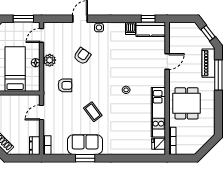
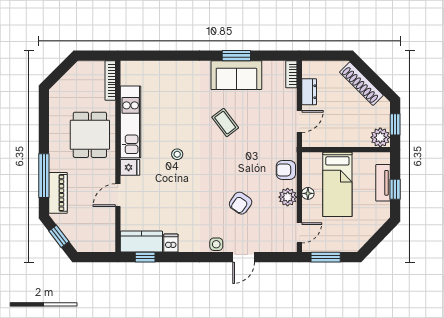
armchair: (65, 85) -> (286, 170), moved
fridge: (159, 144) -> (130, 167), moved
dresser: (35, 146) -> (309, 92), moved

